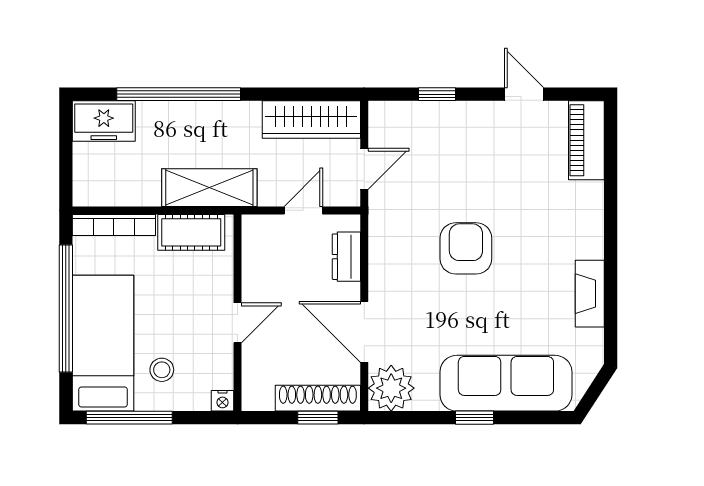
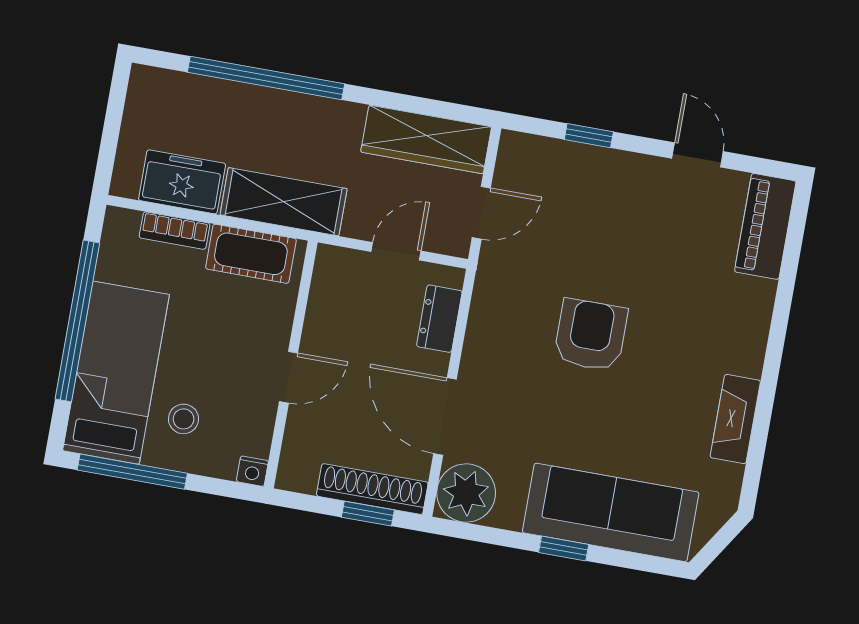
freezer: (104, 121) -> (182, 182), moved, turned 180
bookcase: (114, 225) -> (175, 231), width x0.64

